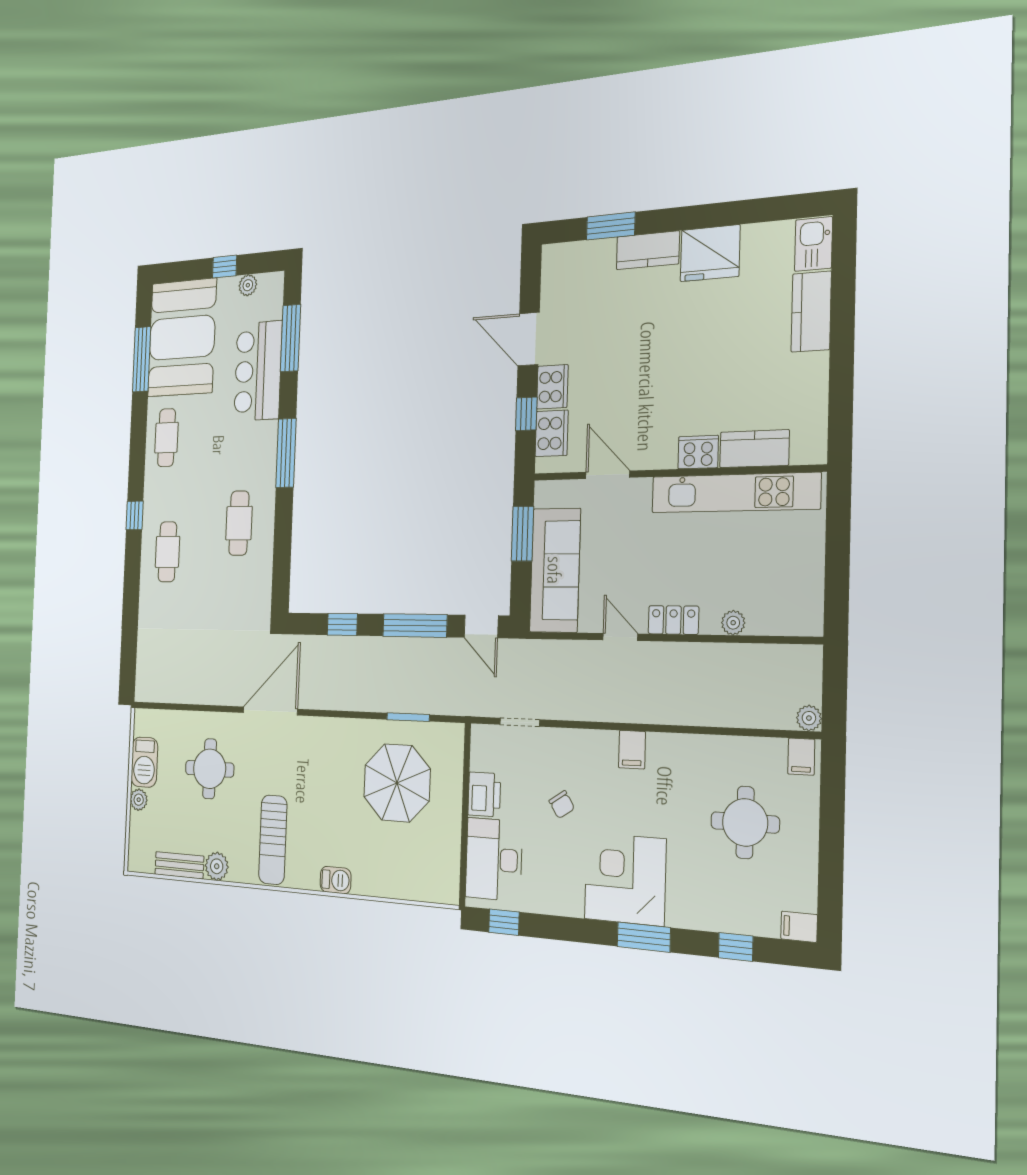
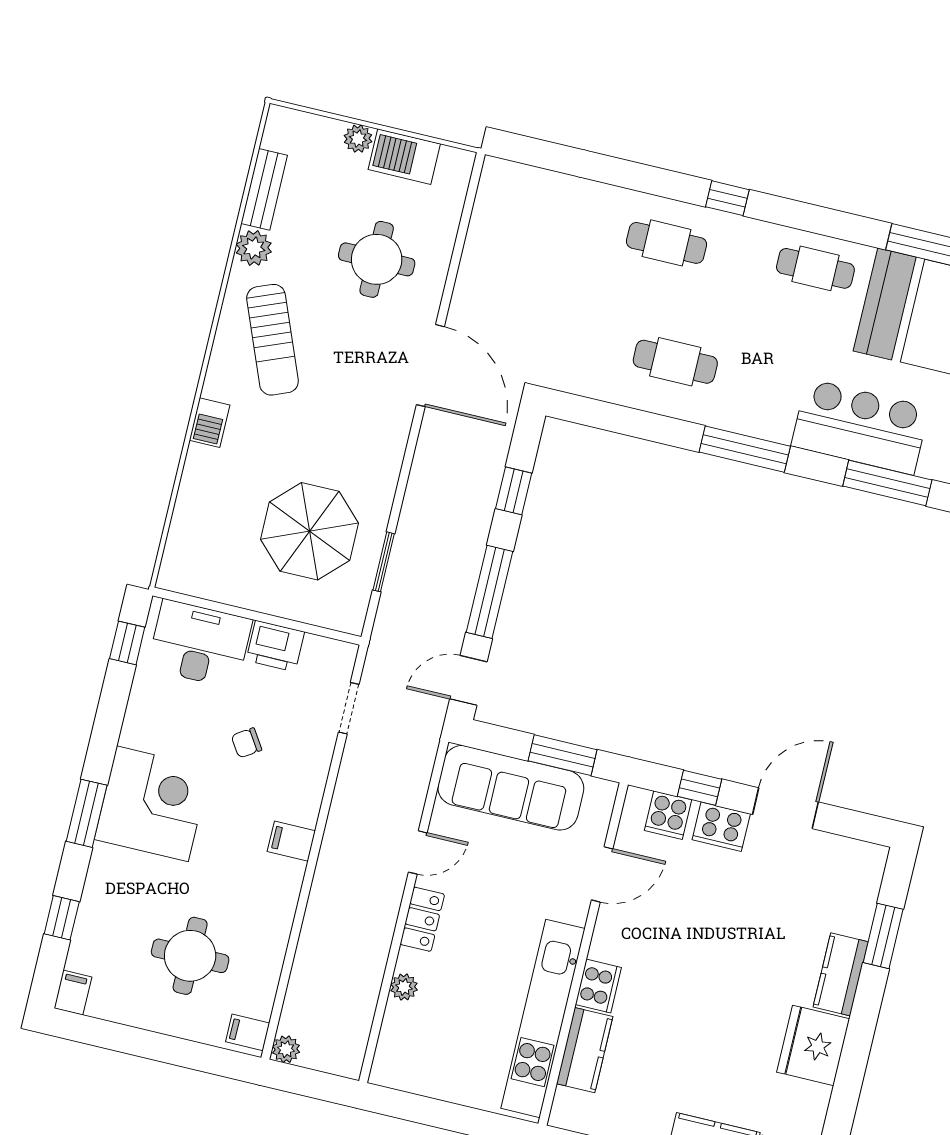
cooker: (552, 433) -> (668, 815), width x0.73
sun lounger: (273, 840) -> (272, 340), turned -112

